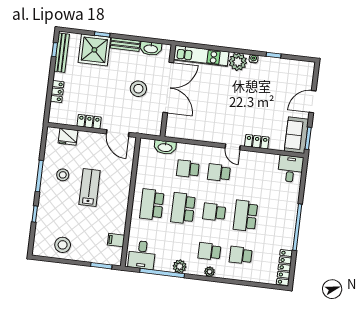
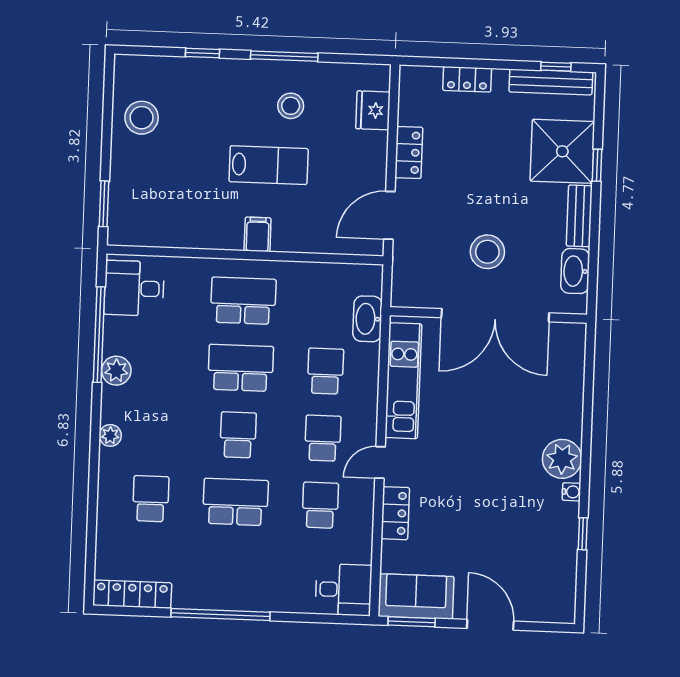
kitchen unit: (201, 56) -> (403, 381), moved, turned 180
filing cabinet: (116, 240) -> (258, 234), moved
school desk: (209, 251) -> (320, 505), moved

